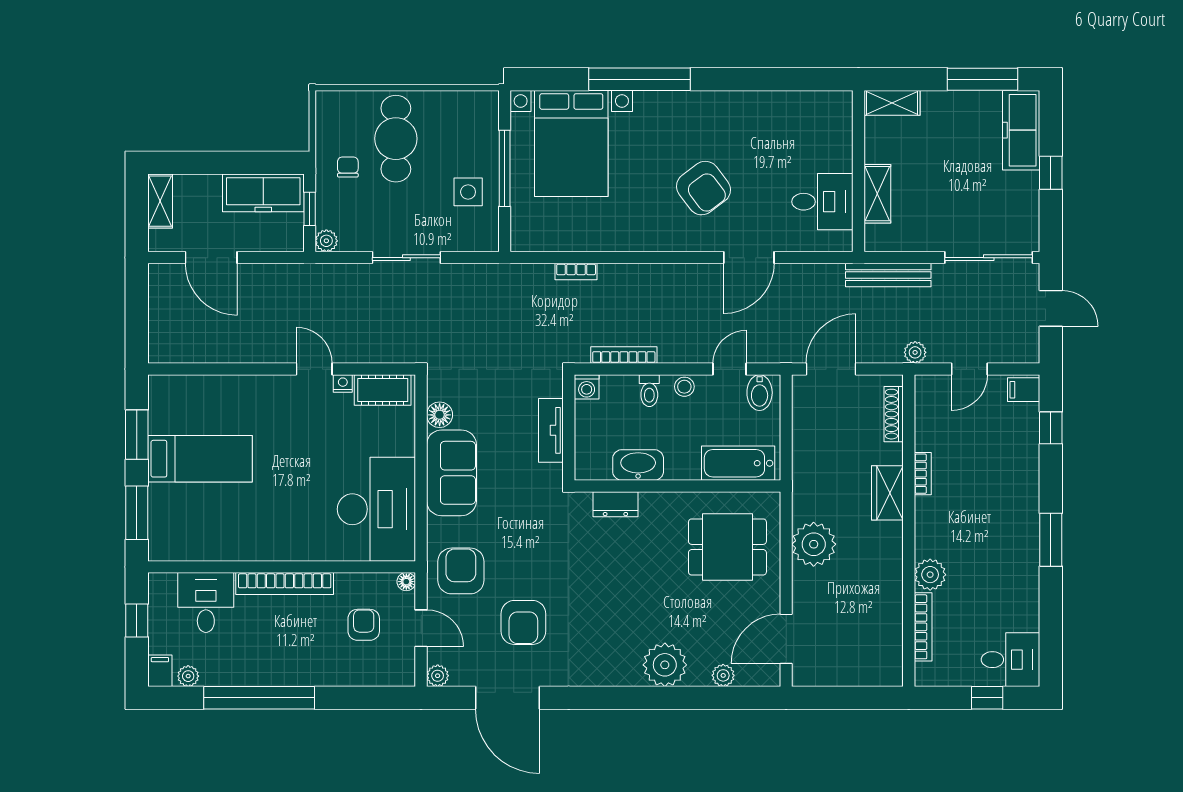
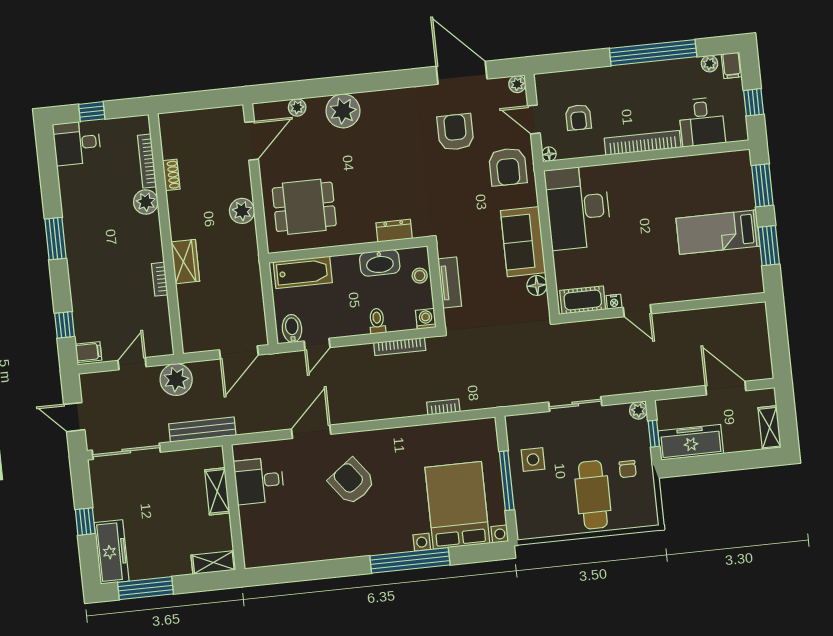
plant: (915, 352) -> (176, 379), width x1.88, depth x1.88
stool: (684, 387) -> (420, 276), moved
shoe rack: (894, 414) -> (171, 175), moved, width x0.70
plant: (814, 544) -> (242, 211), width x0.73, depth x0.73

